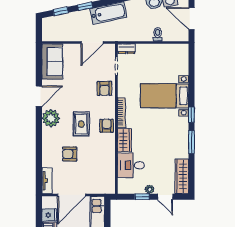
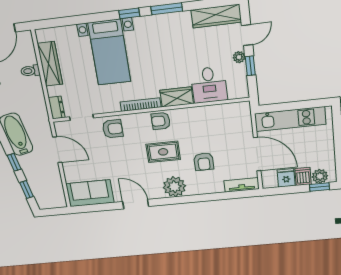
wardrobe: (161, 50) -> (50, 64), added
plant: (51, 118) -> (174, 187), moved

